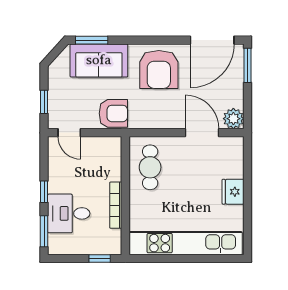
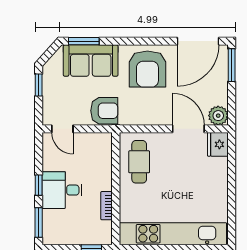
window: (44, 102) -> (39, 85), moved
fridge: (233, 192) -> (218, 144), moved
bookcase: (116, 205) -> (107, 206), width x0.64
desk: (69, 213) -> (62, 190), moved

